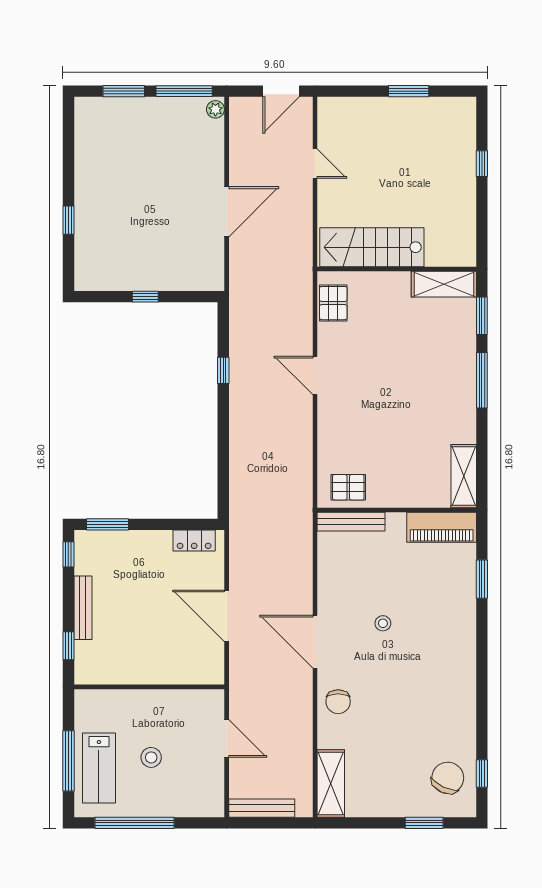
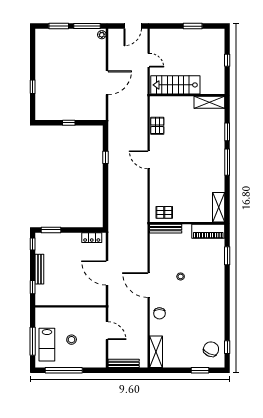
stairs: (372, 247) -> (175, 85), moved
wall: (397, 269) -> (187, 95), moved
shelving: (444, 284) -> (209, 102), moved

